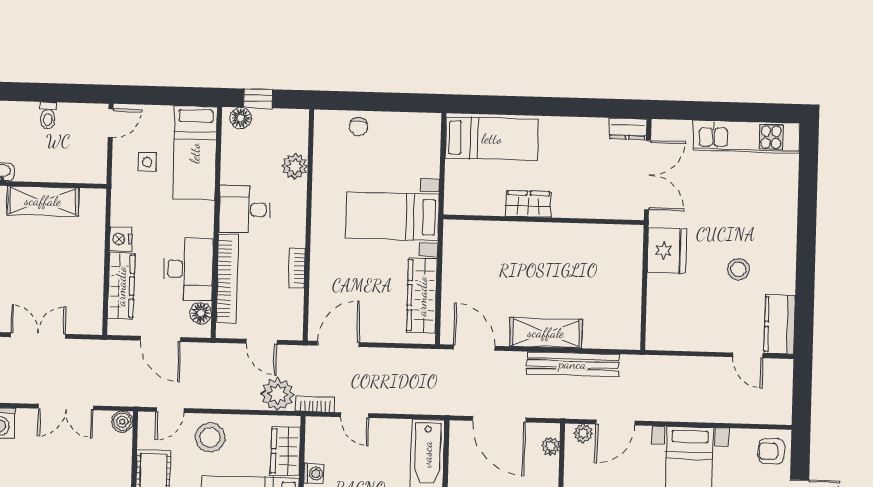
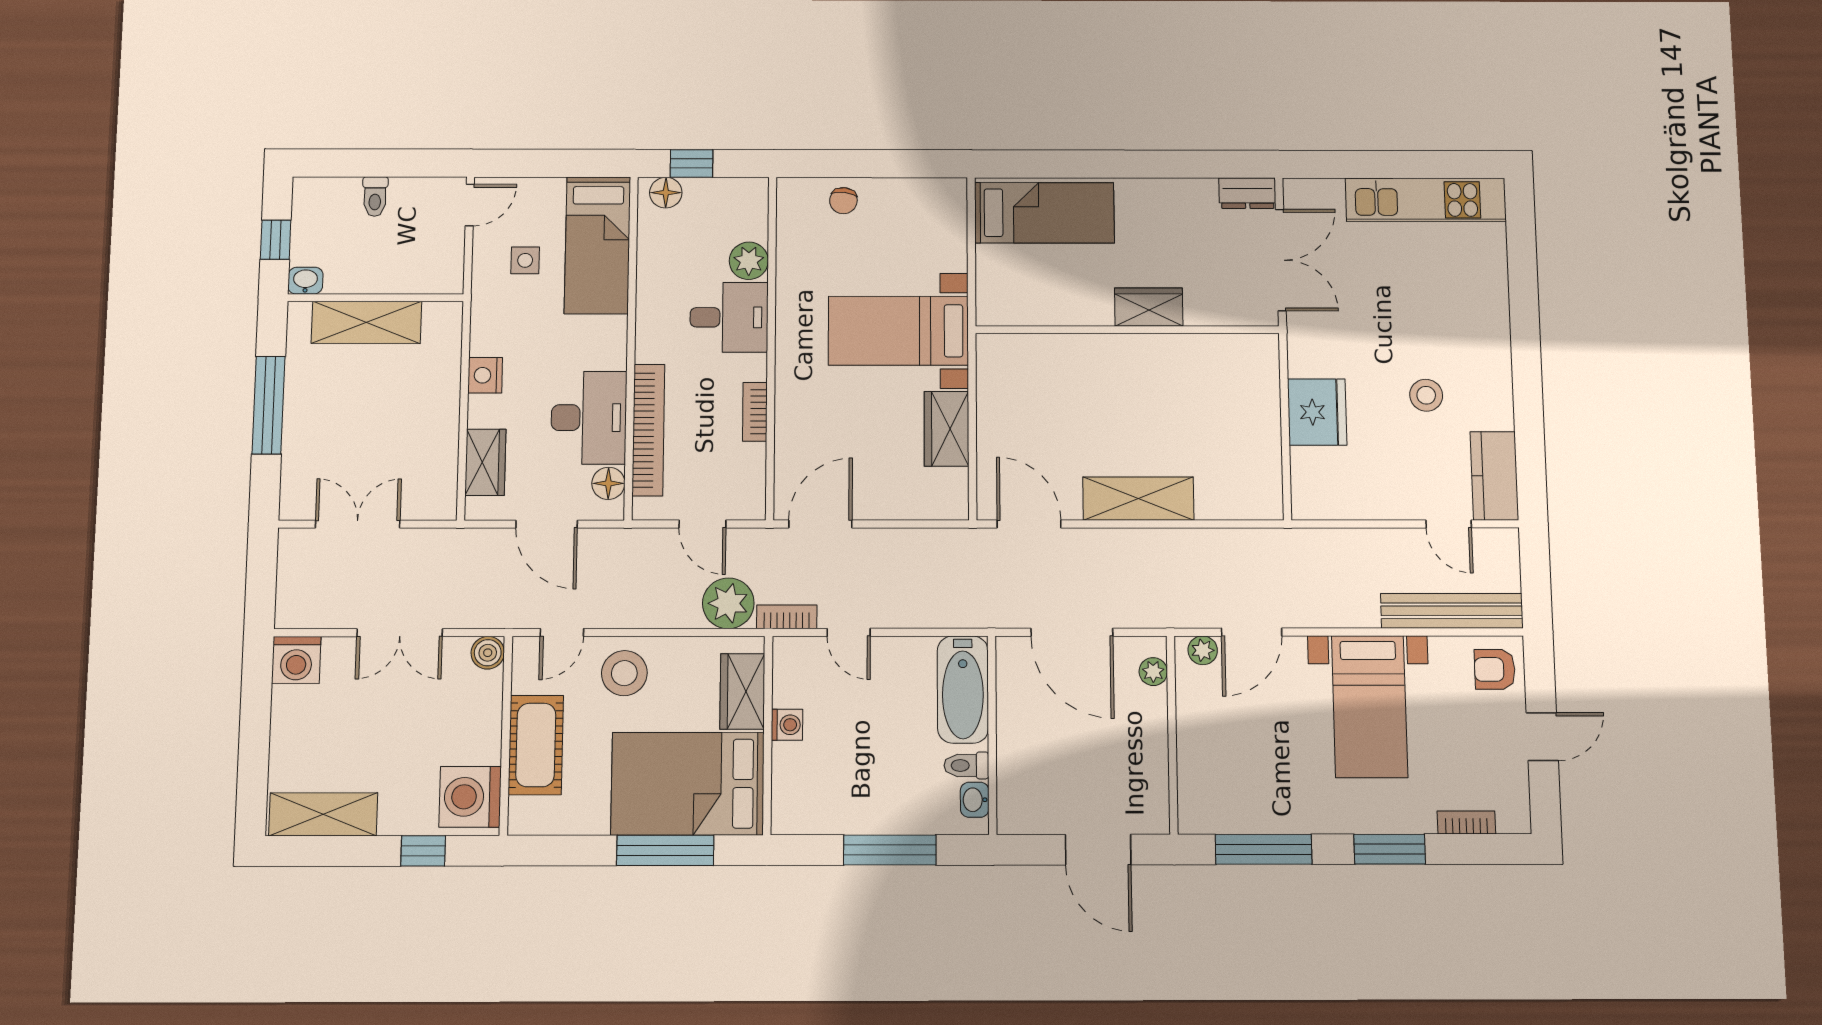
wardrobe: (528, 204) -> (1149, 307), moved
desk: (245, 209) -> (729, 317), moved, turned 180
fridge: (667, 250) -> (1317, 412), moved
wardrobe: (121, 286) -> (485, 462), width x0.67
wardrobe: (422, 296) -> (947, 429), width x0.67
bench: (573, 364) -> (1452, 611), moved

